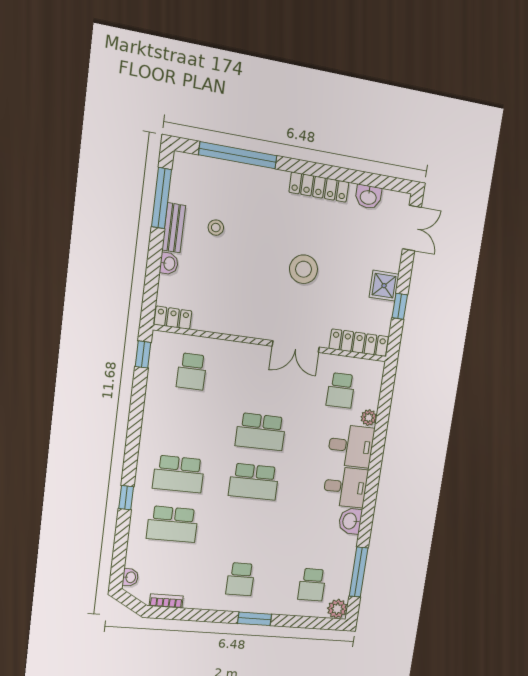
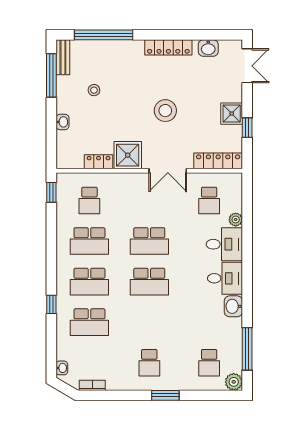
bench: (174, 228) -> (63, 57), moved
locker: (173, 318) -> (99, 162), moved
shower: (248, 320) -> (128, 155), added
school desk: (185, 423) -> (89, 241), added

